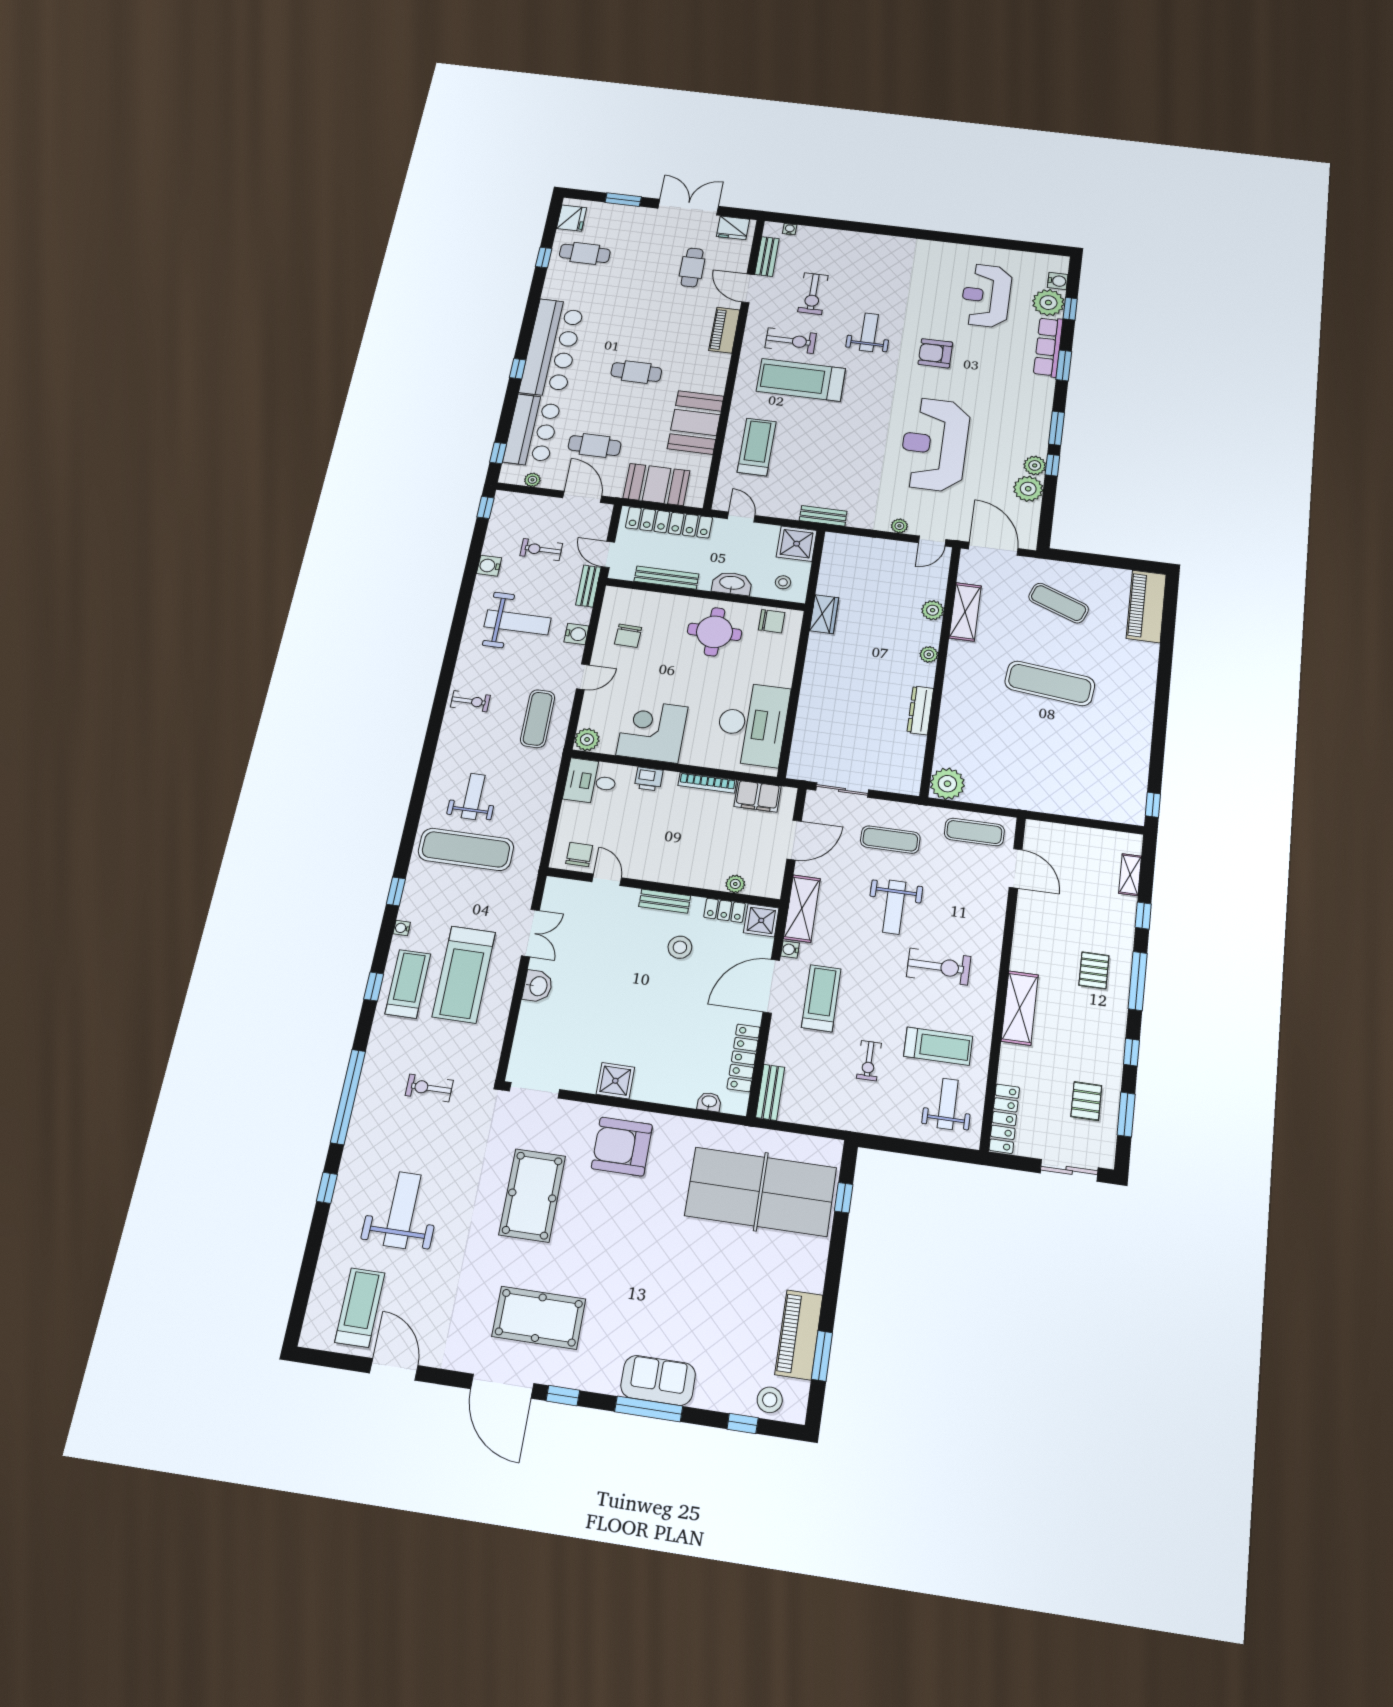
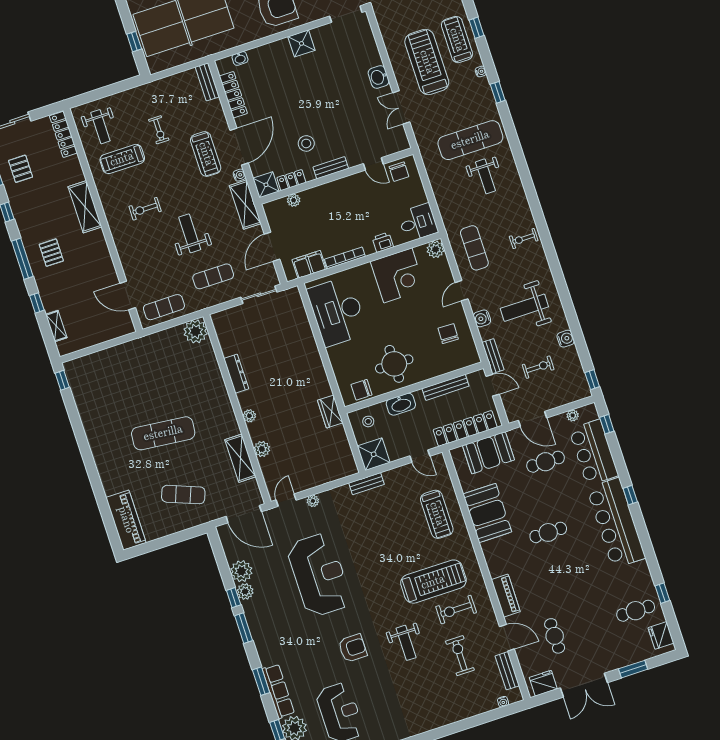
exercise bike: (939, 967) -> (145, 209), width x0.73, depth x0.72
treadmill: (408, 984) -> (457, 40), turned 180
exercise bike: (869, 1061) -> (159, 130), turned 180

